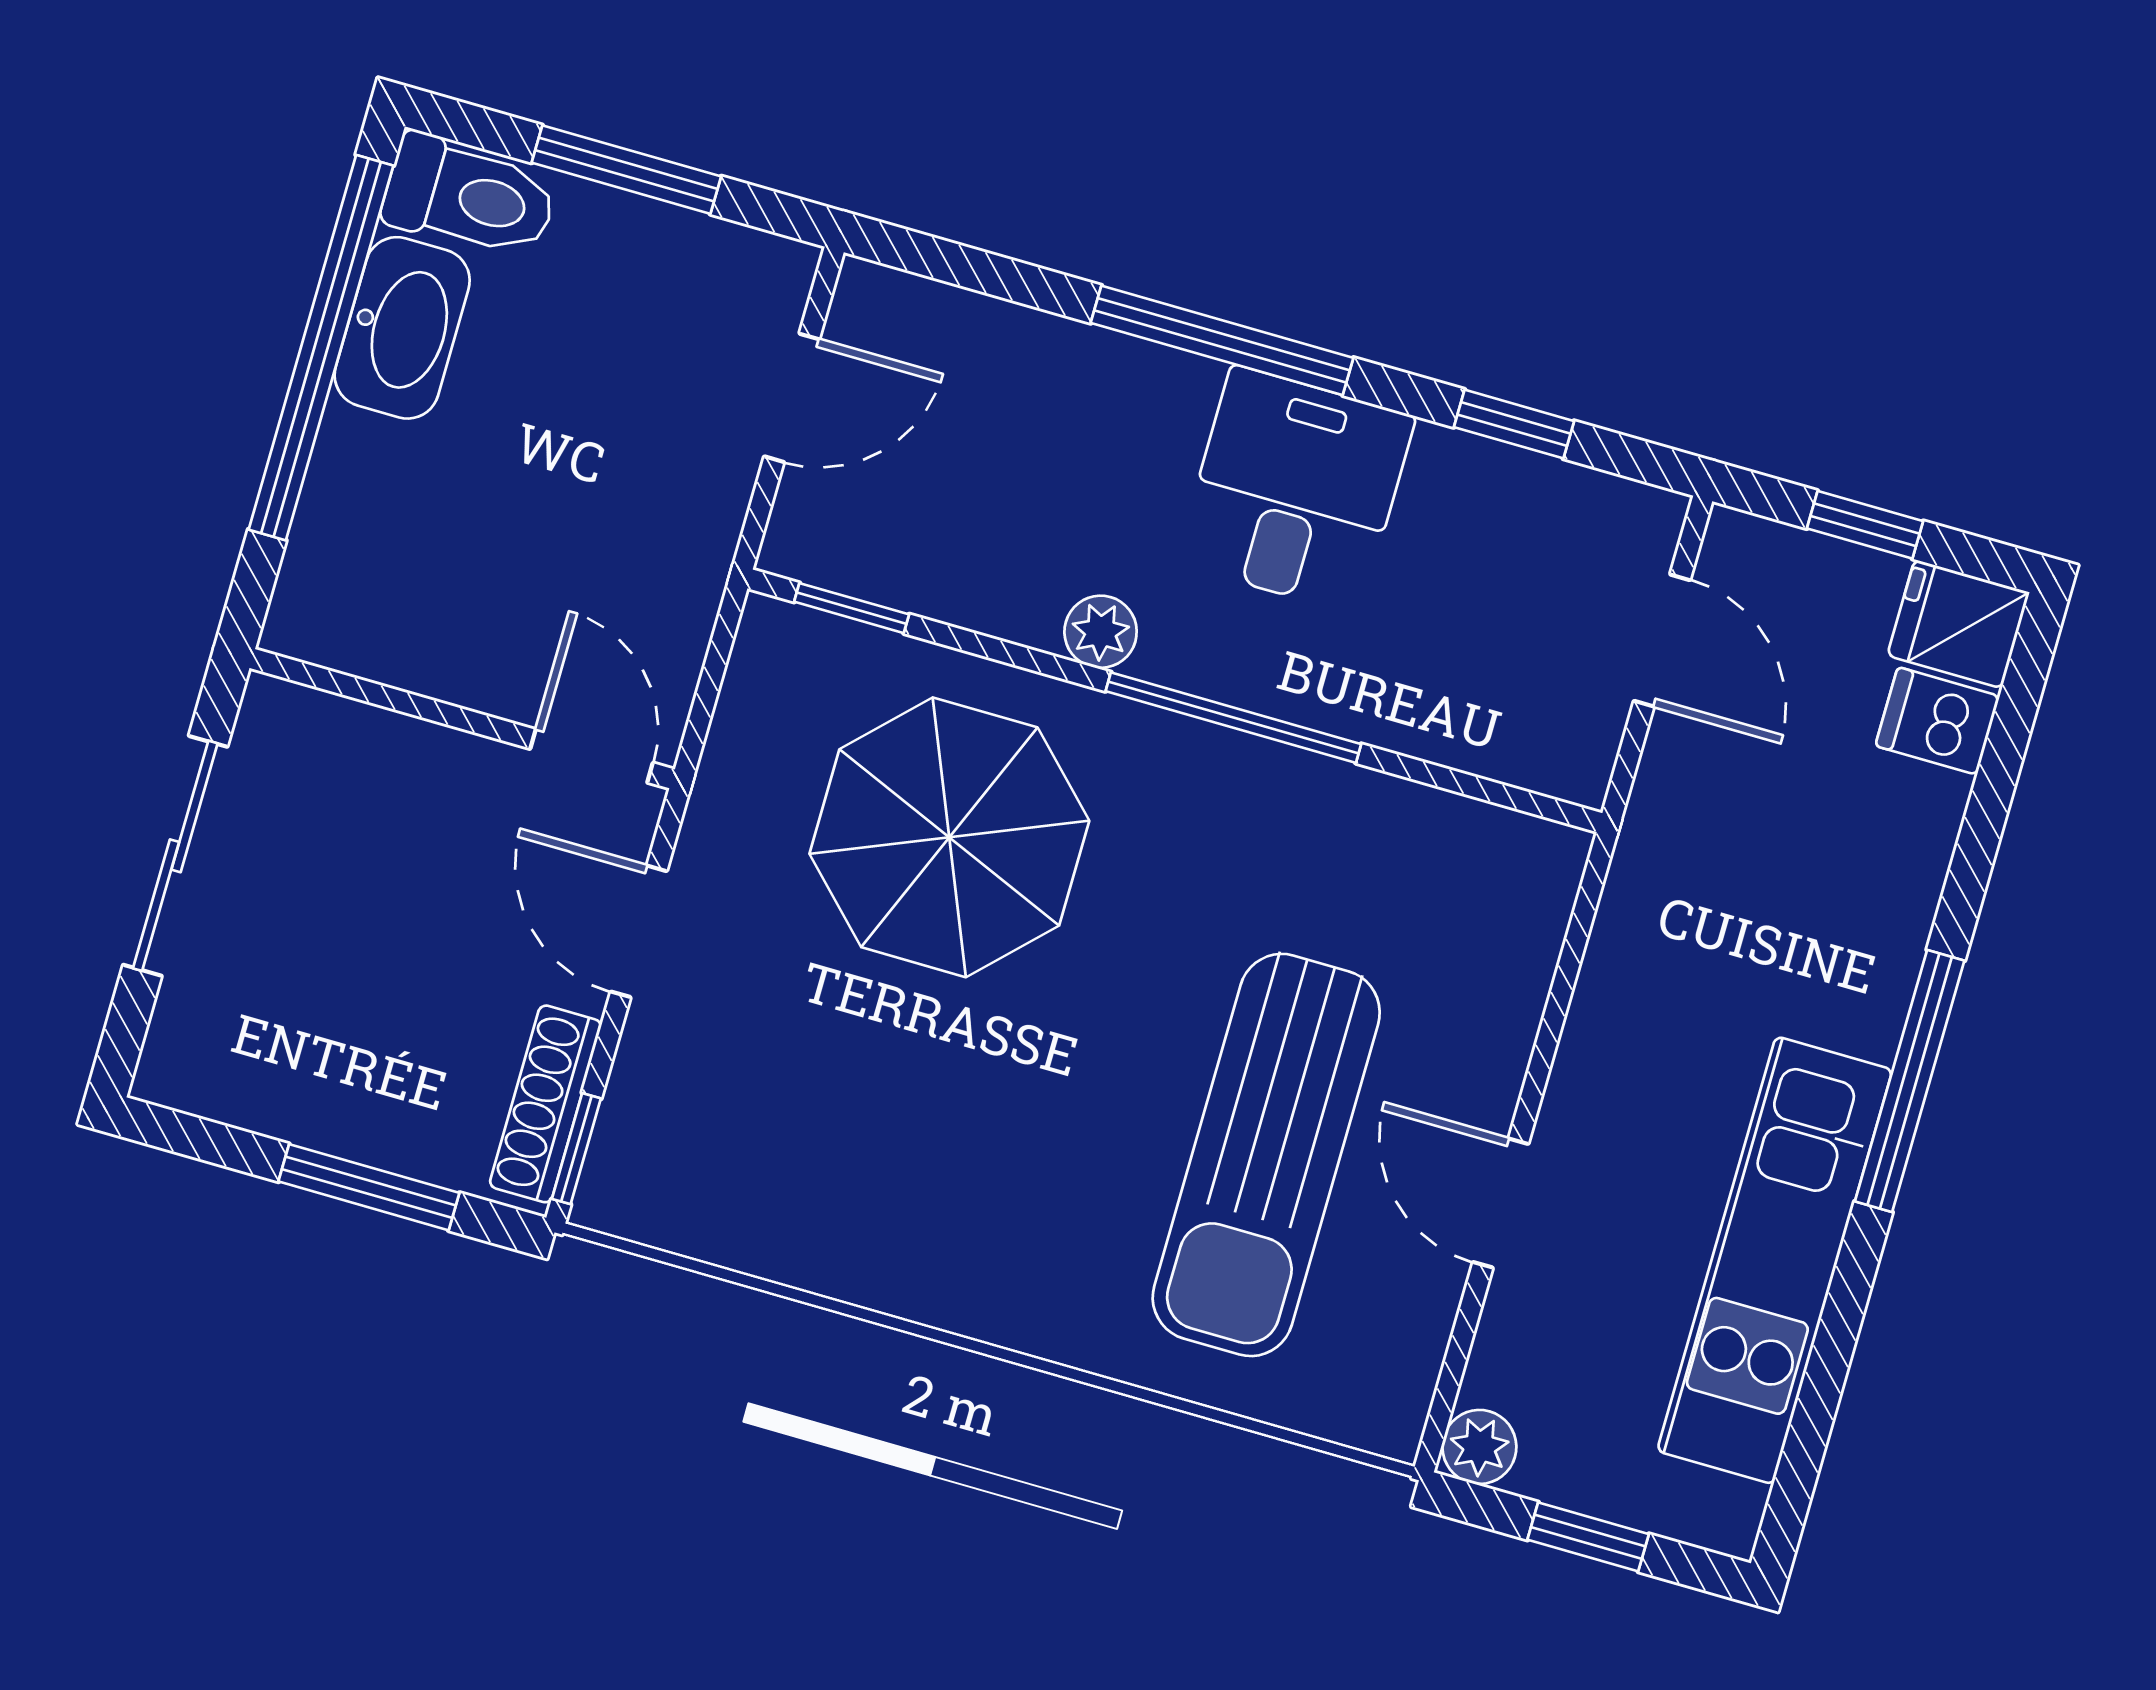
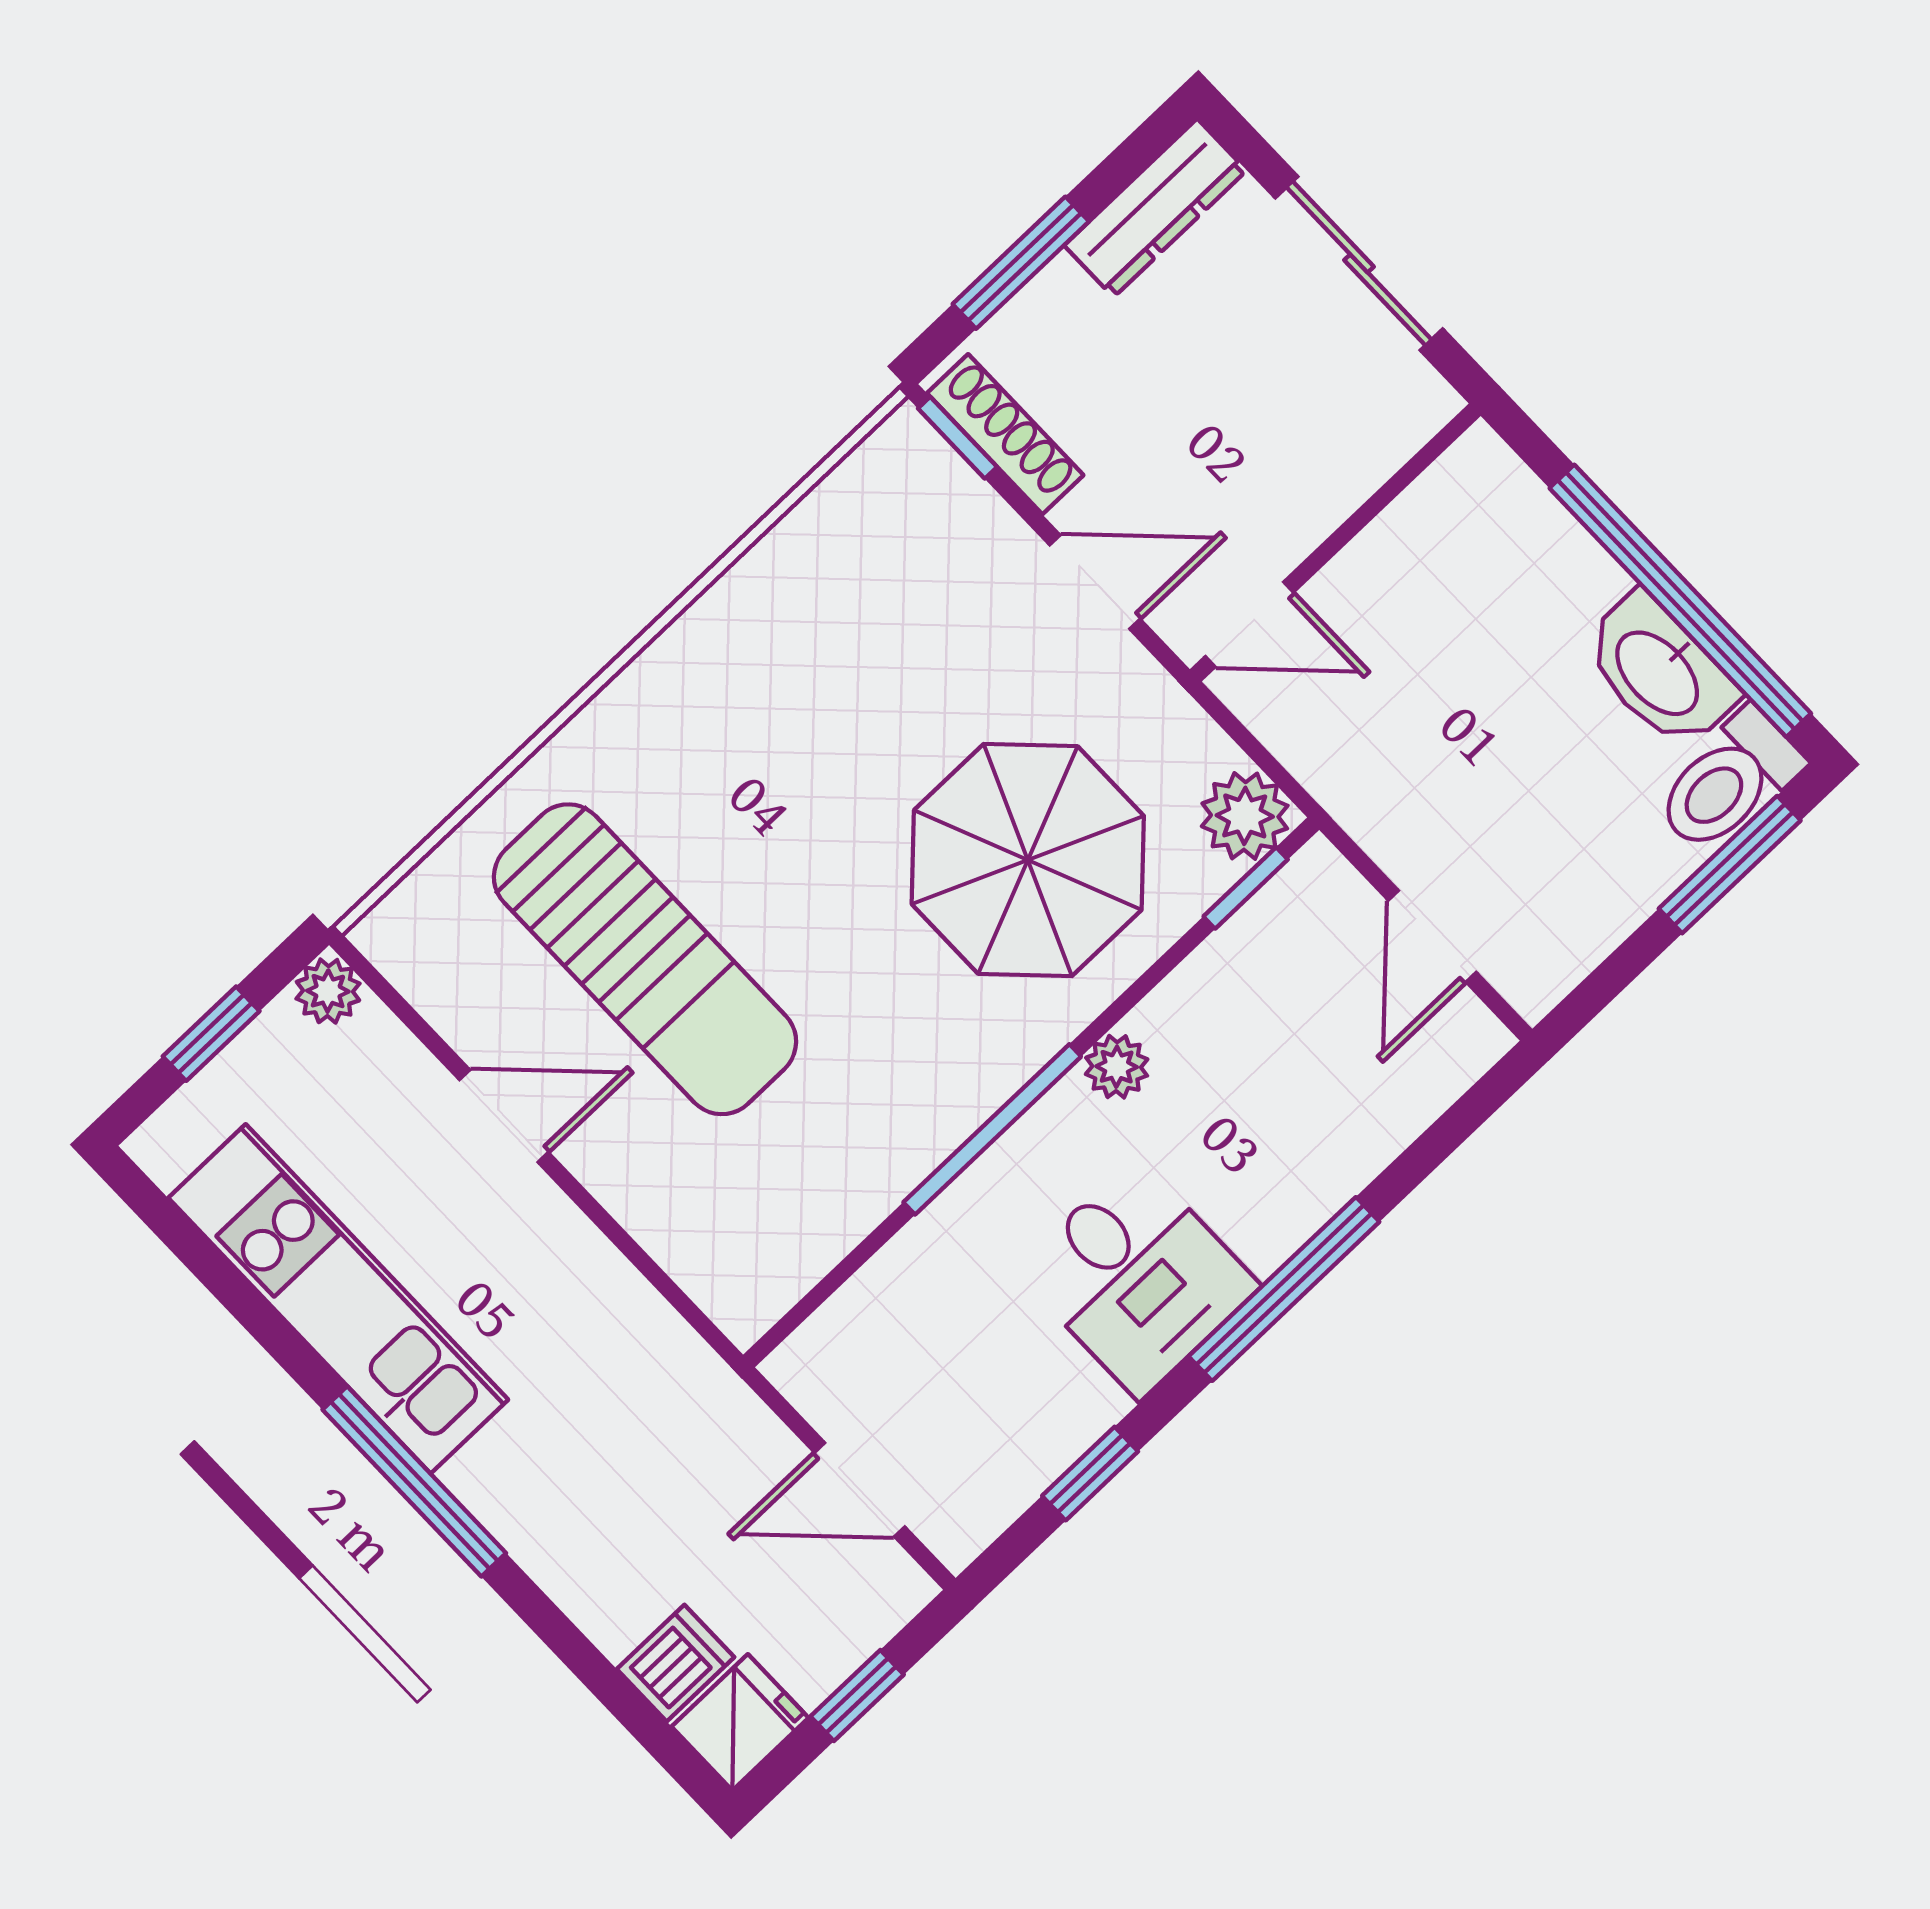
window: (626, 170) -> (1730, 865), moved
plant: (782, 650) -> (1245, 816), added
dresser: (238, 1087) -> (1155, 208), added
sun lounger: (1266, 1155) -> (645, 959), turned 180

